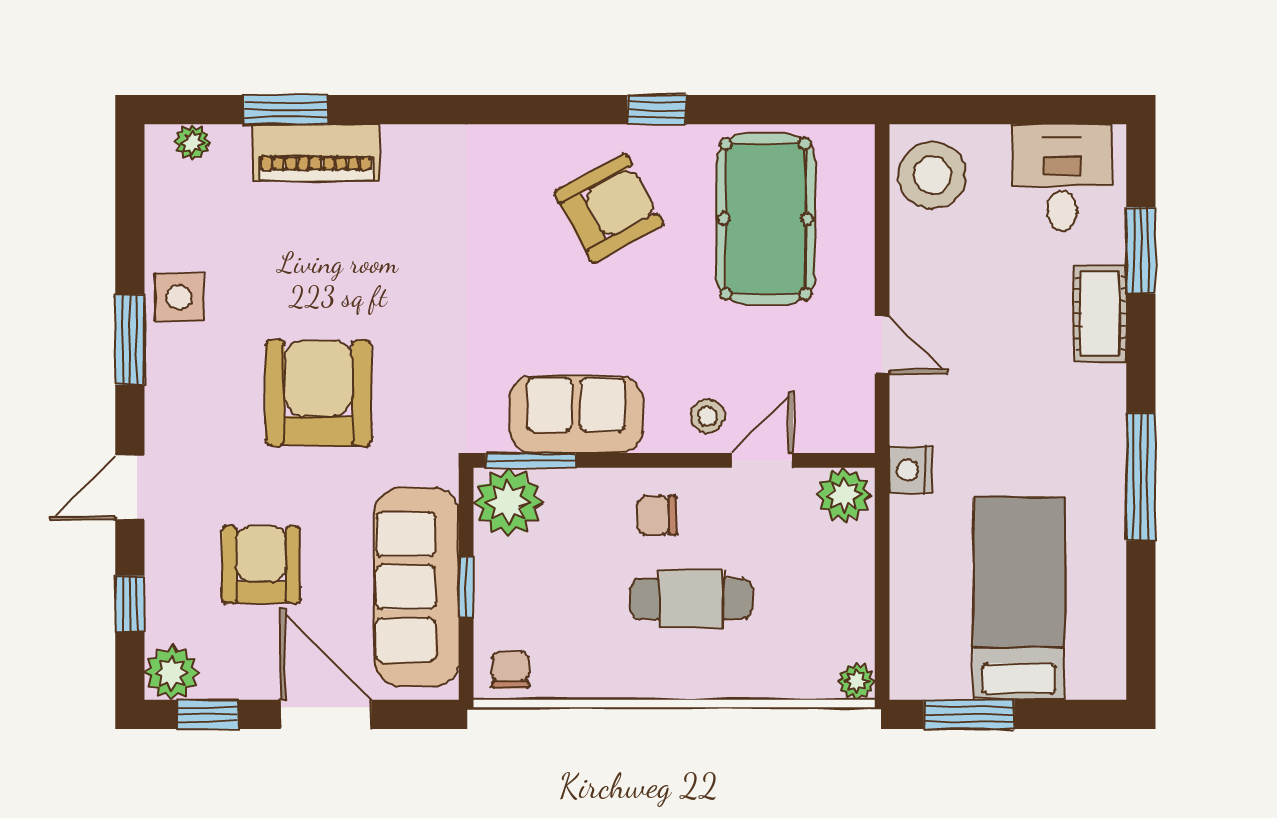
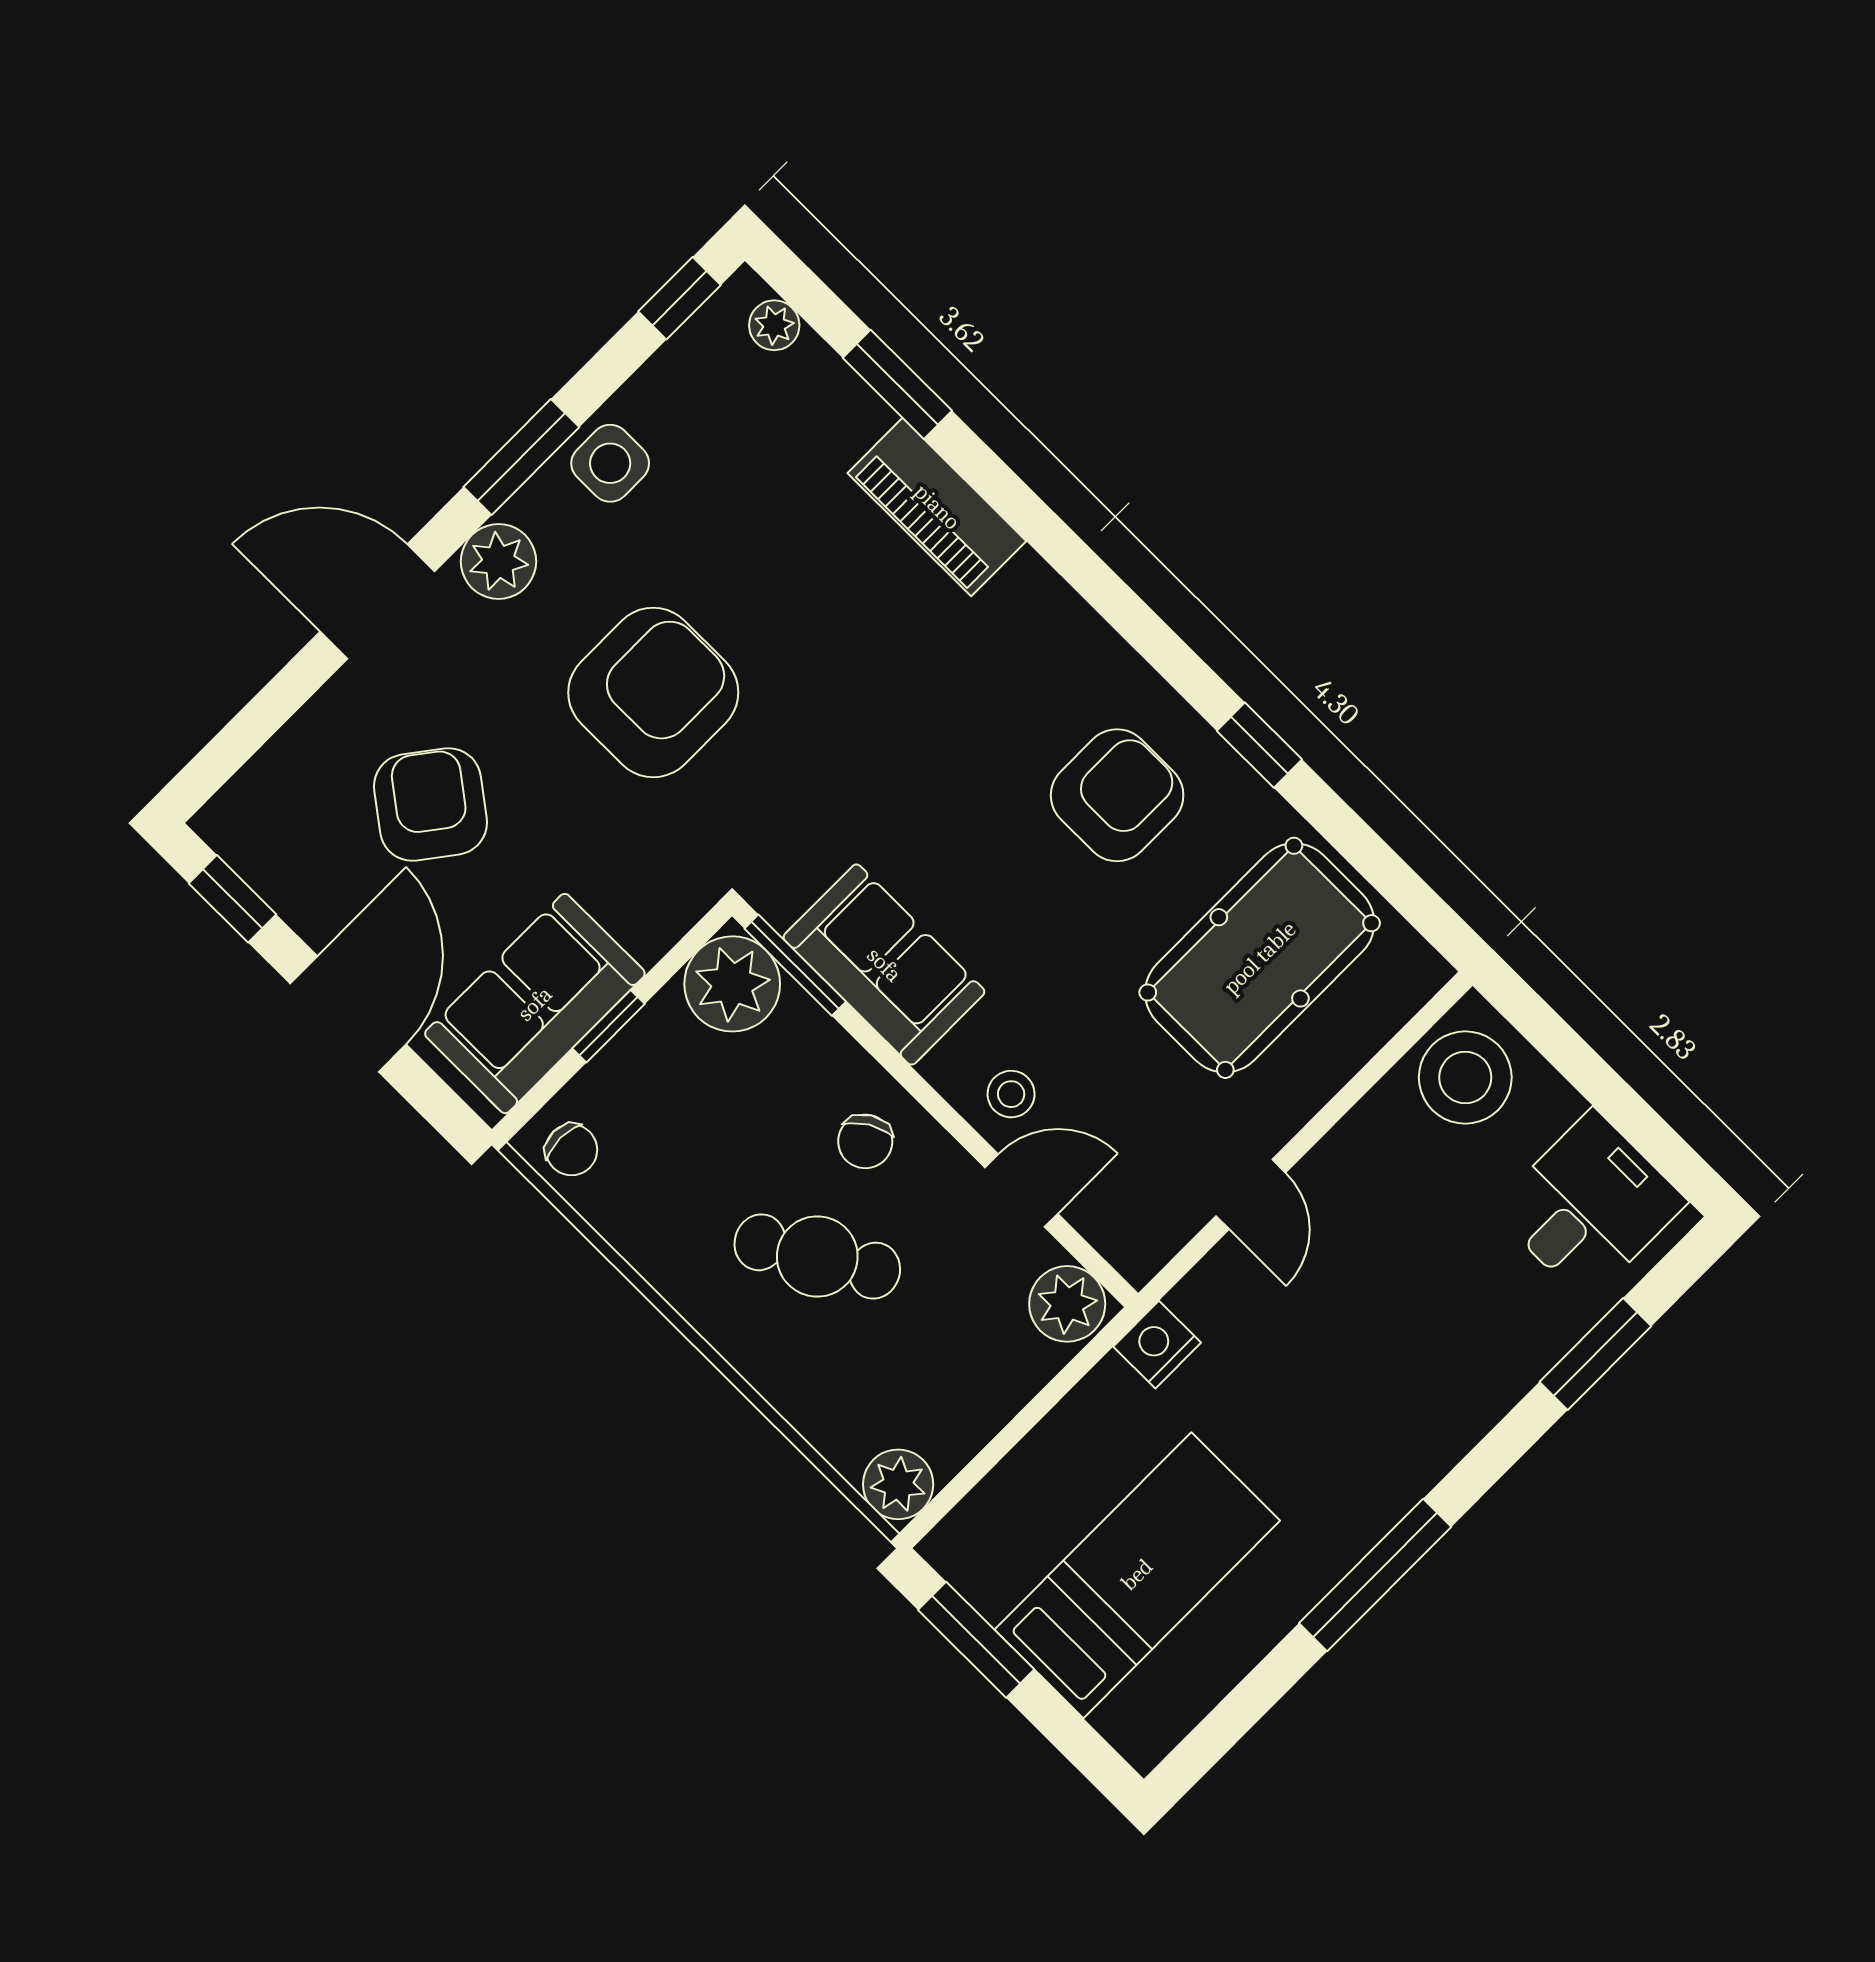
piano: (316, 153) -> (937, 507), moved
armchair: (609, 208) -> (1117, 795), turned -62
cot: (1100, 314) -> (1494, 1376), removed
door: (130, 488) -> (377, 602), width x1.38
chair: (657, 515) -> (865, 1141), turned -121
armchair: (261, 565) -> (430, 804), turned -53
sofa: (417, 587) -> (535, 1004), width x0.73
cafe table: (691, 599) -> (817, 1256), turned -31
window: (130, 604) -> (680, 298), moved
chair: (510, 670) -> (571, 1150), turned 90
plant: (172, 673) -> (499, 561), moved
plant: (856, 681) -> (898, 1484), width x1.38, depth x1.38

